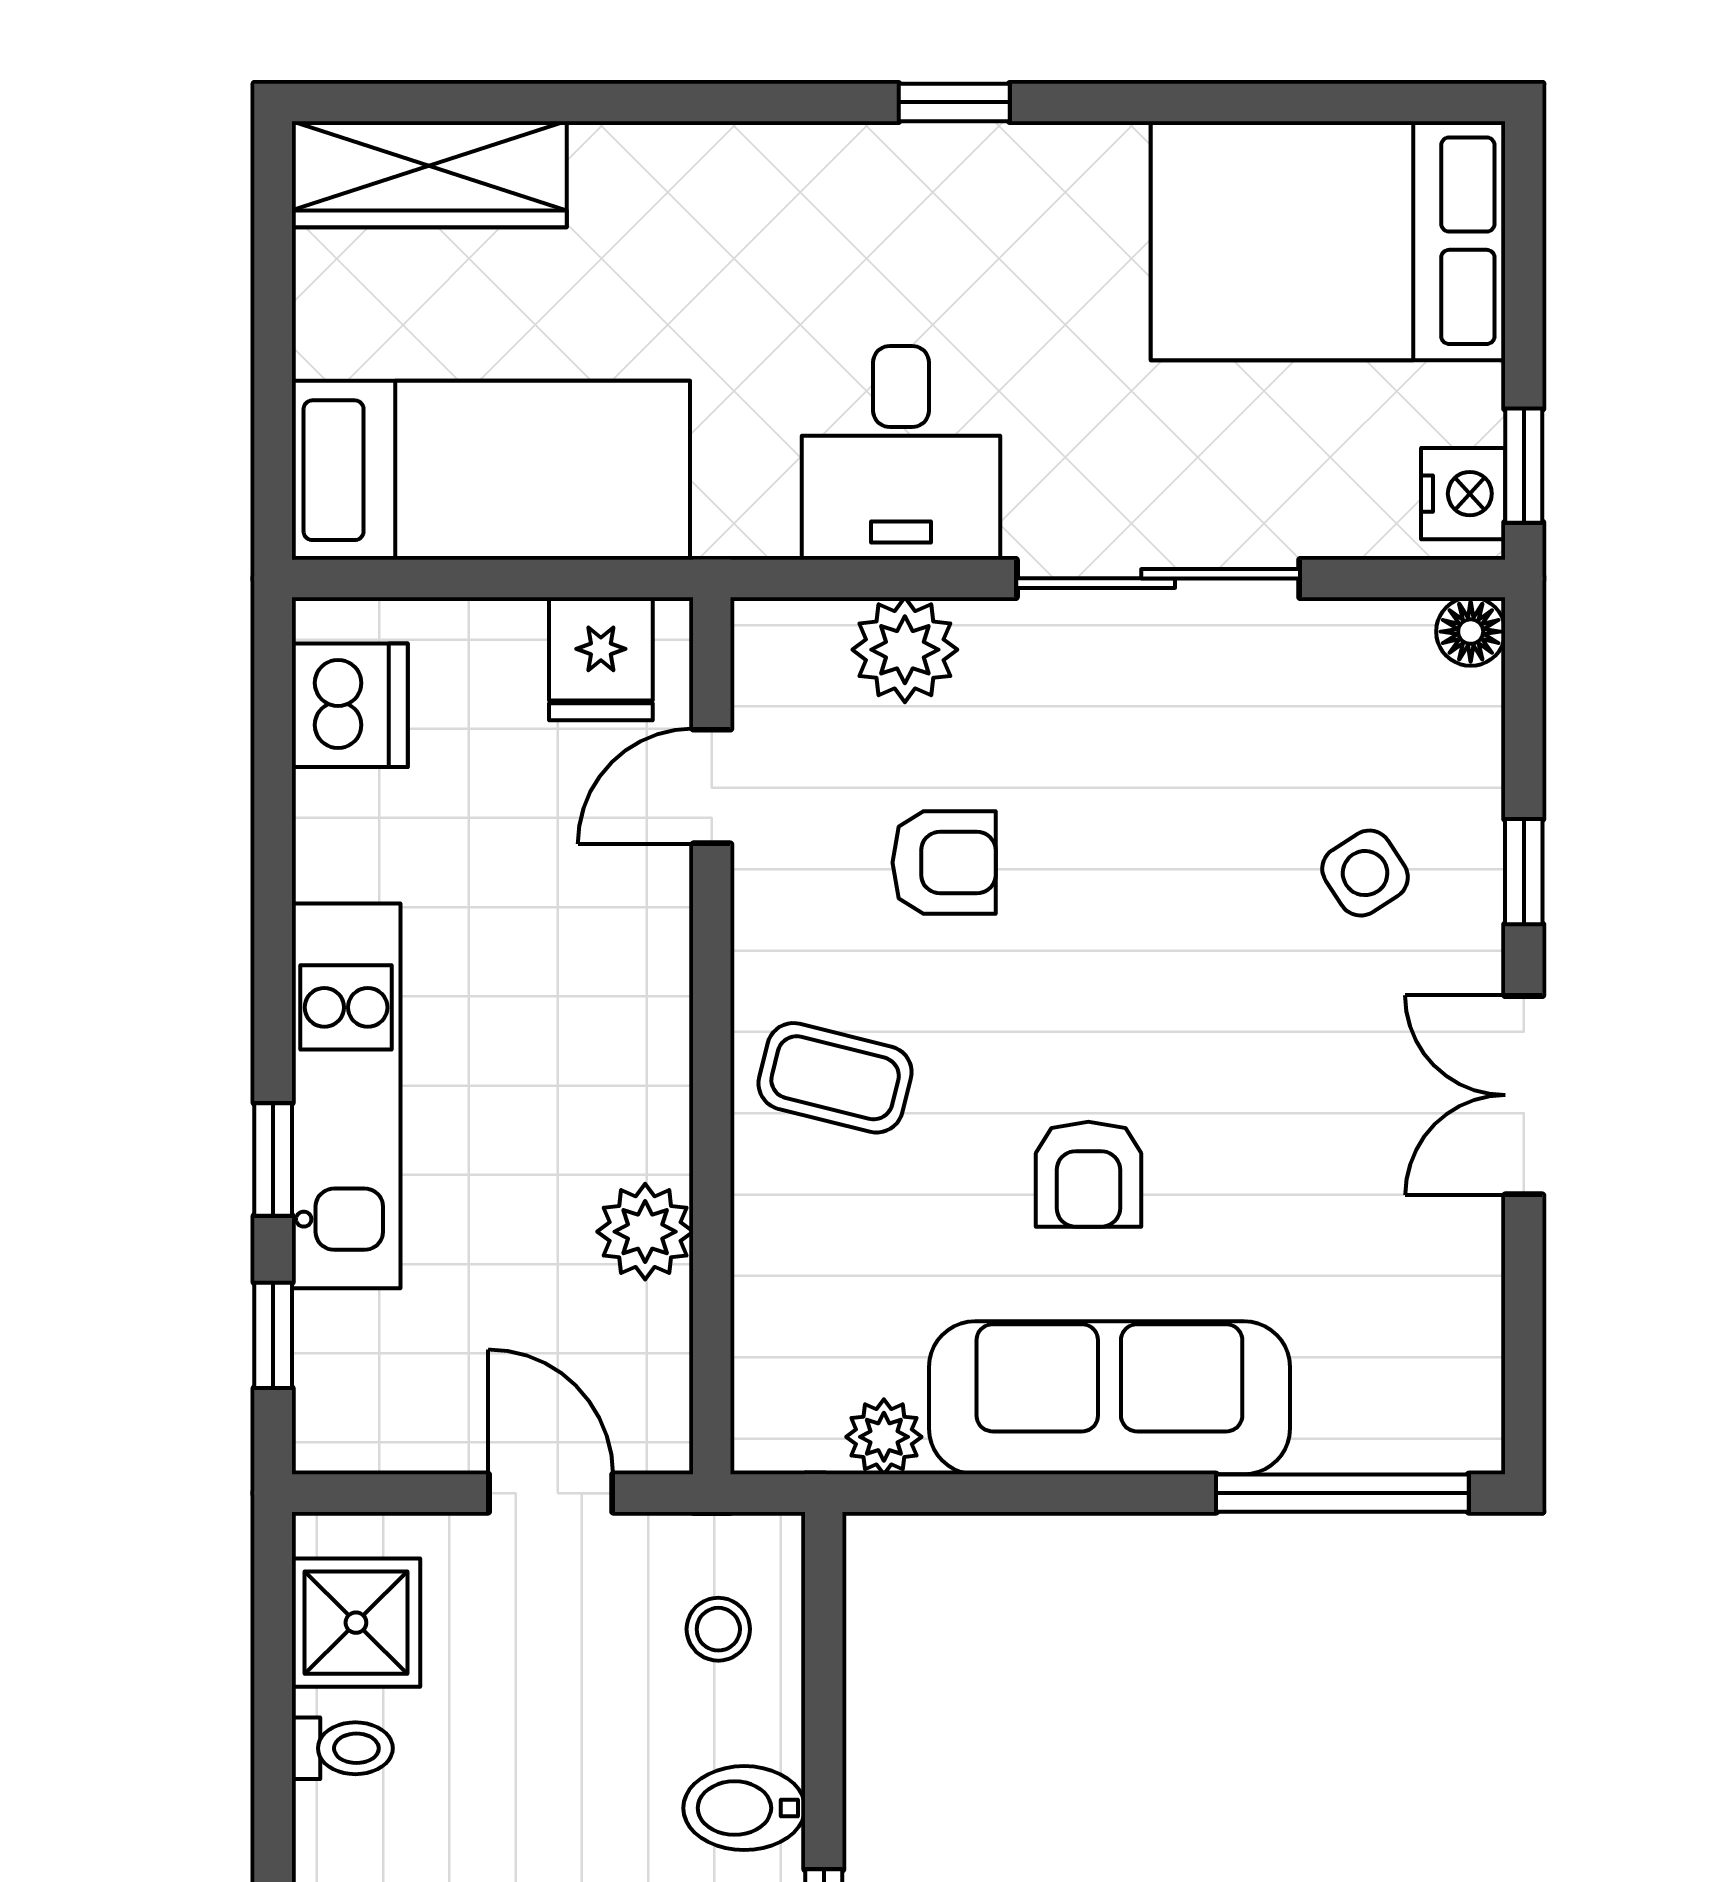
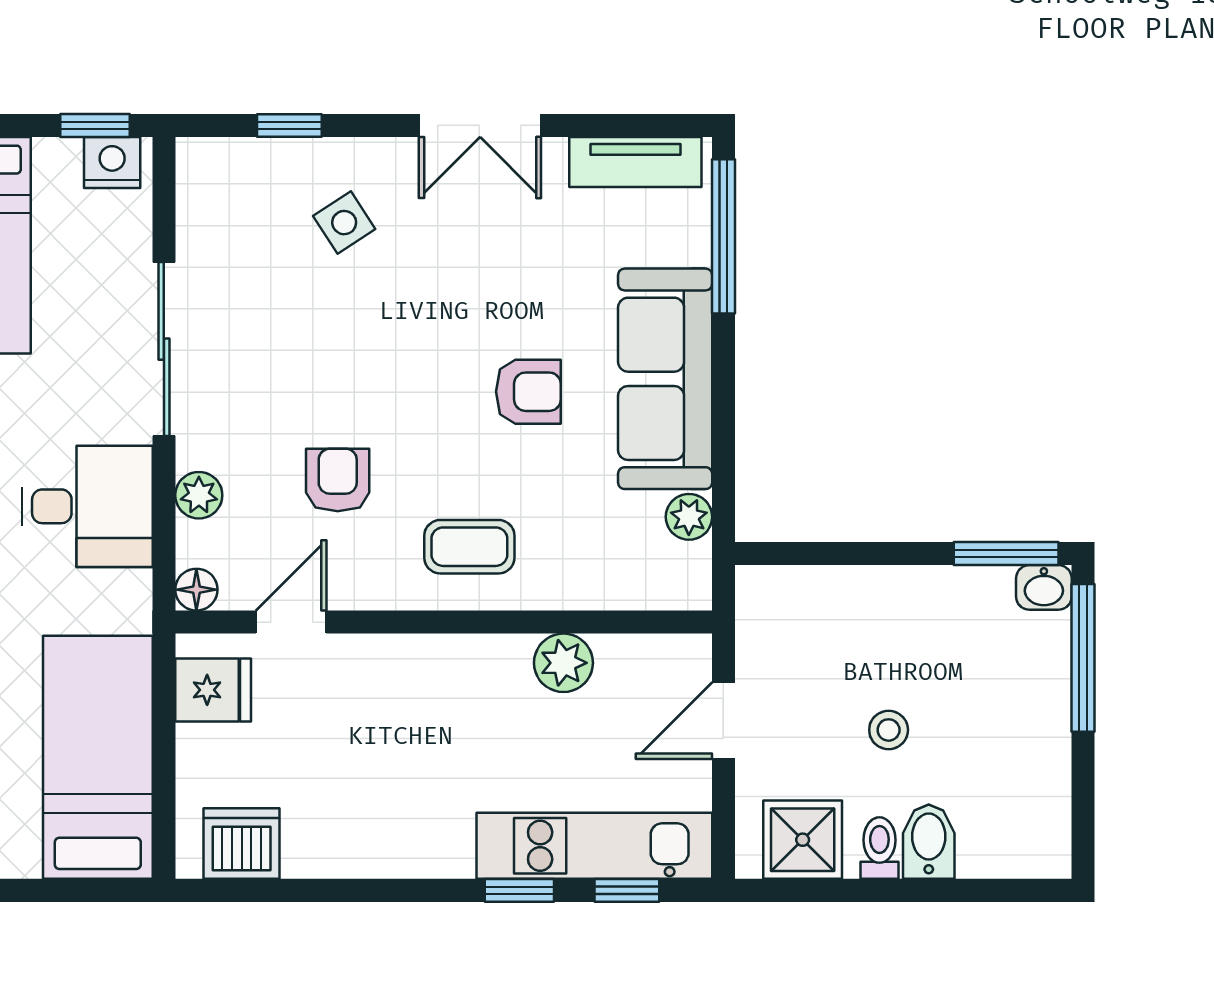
floor lamp: (1471, 632) -> (196, 590), moved
plant: (905, 650) -> (199, 495), width x0.73, depth x0.73
door: (712, 786) -> (291, 622), swing flipped
window: (1524, 872) -> (289, 125), moved
coffee table: (835, 1078) -> (469, 547), turned 76
kitchen unit: (346, 1096) -> (594, 846), moved
tv unit: (1464, 1349) -> (635, 162), added
stool: (718, 1629) -> (889, 730), moved
bidet: (744, 1808) -> (929, 842), moved, turned 180

